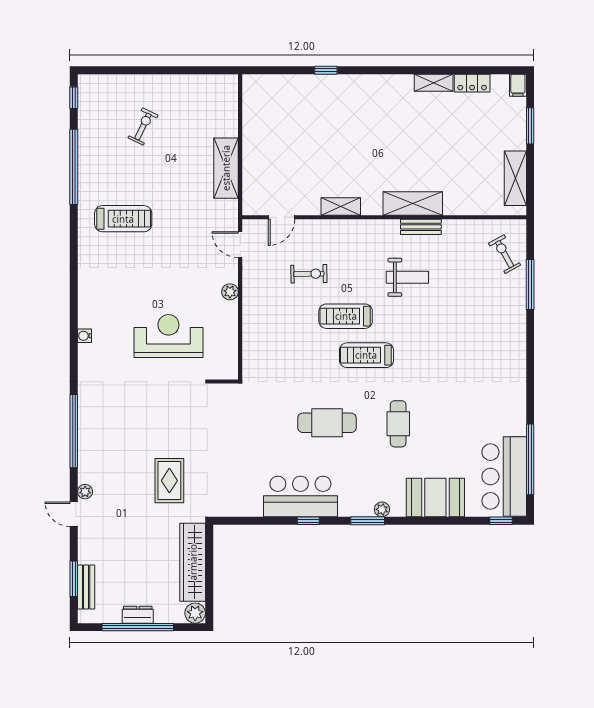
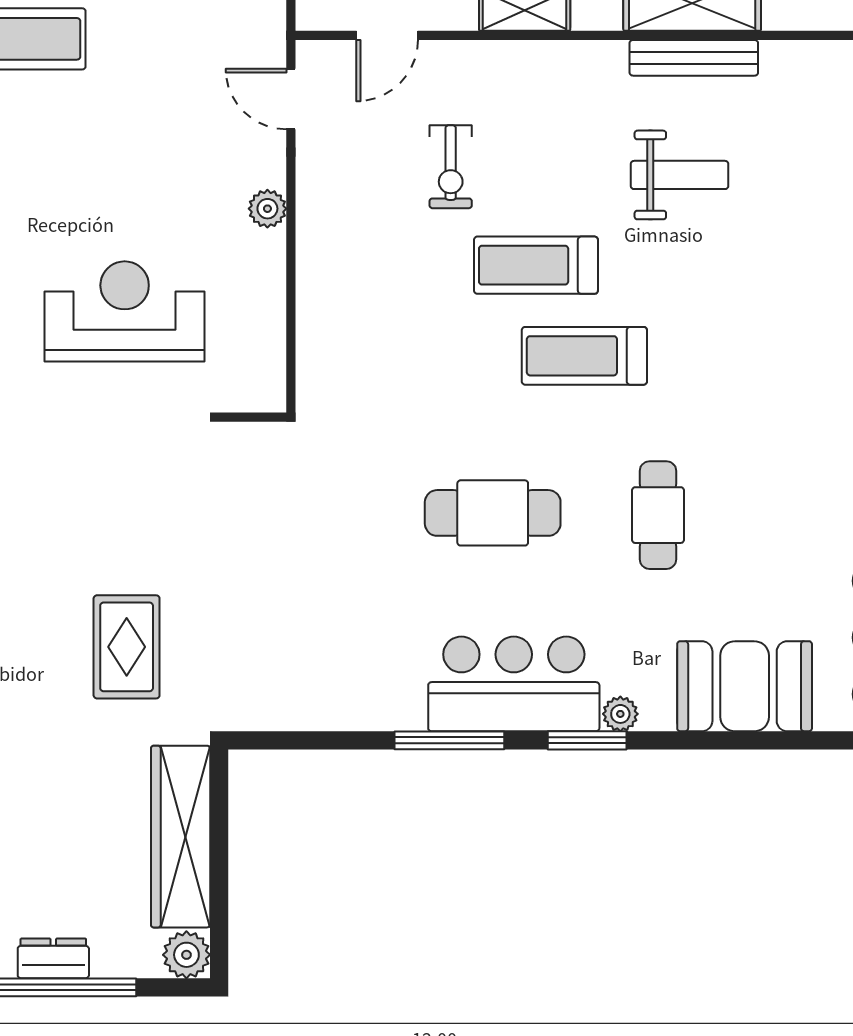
bench: (421, 227) -> (694, 58), width x1.36
exercise bike: (309, 274) -> (451, 167), turned 91
bar counter: (300, 496) -> (514, 684), moved
window: (308, 521) -> (449, 740), width x2.17

